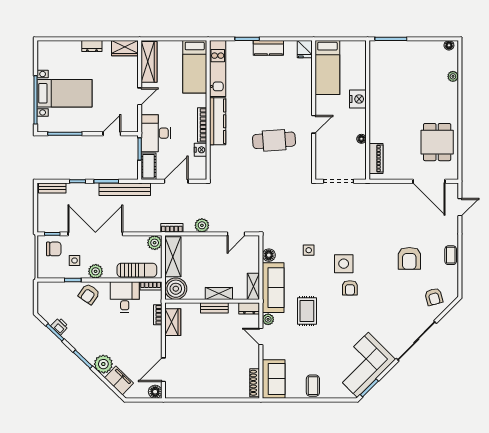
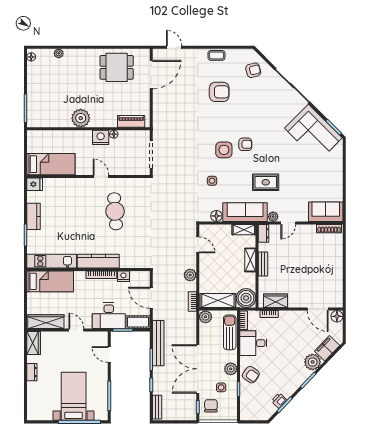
nightstand: (358, 99) -> (101, 137), moved
plant: (380, 101) -> (81, 118), added
coffee table: (313, 386) -> (332, 177), removed

